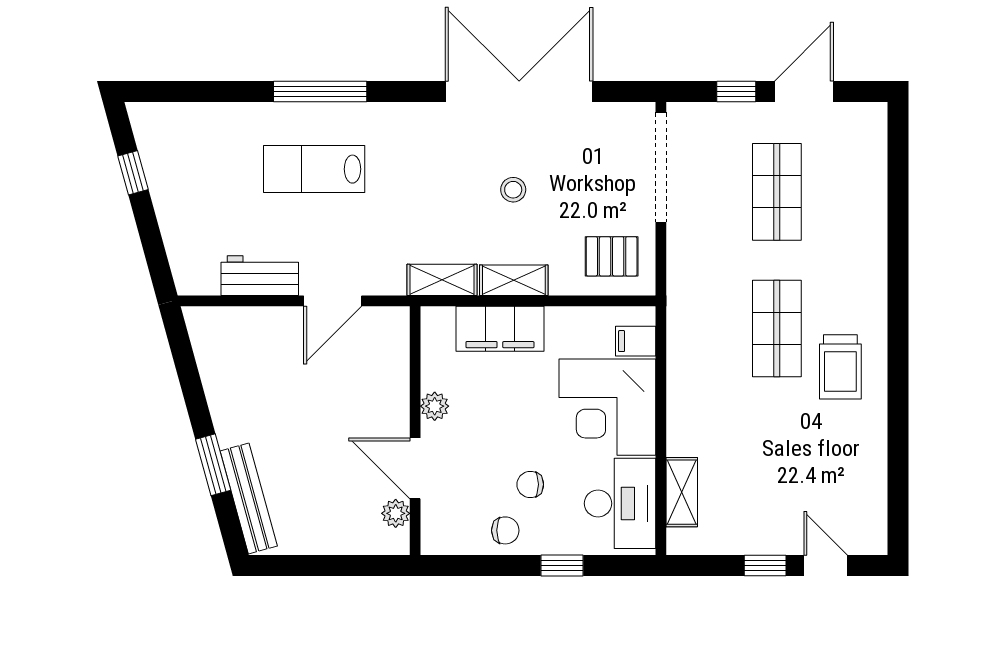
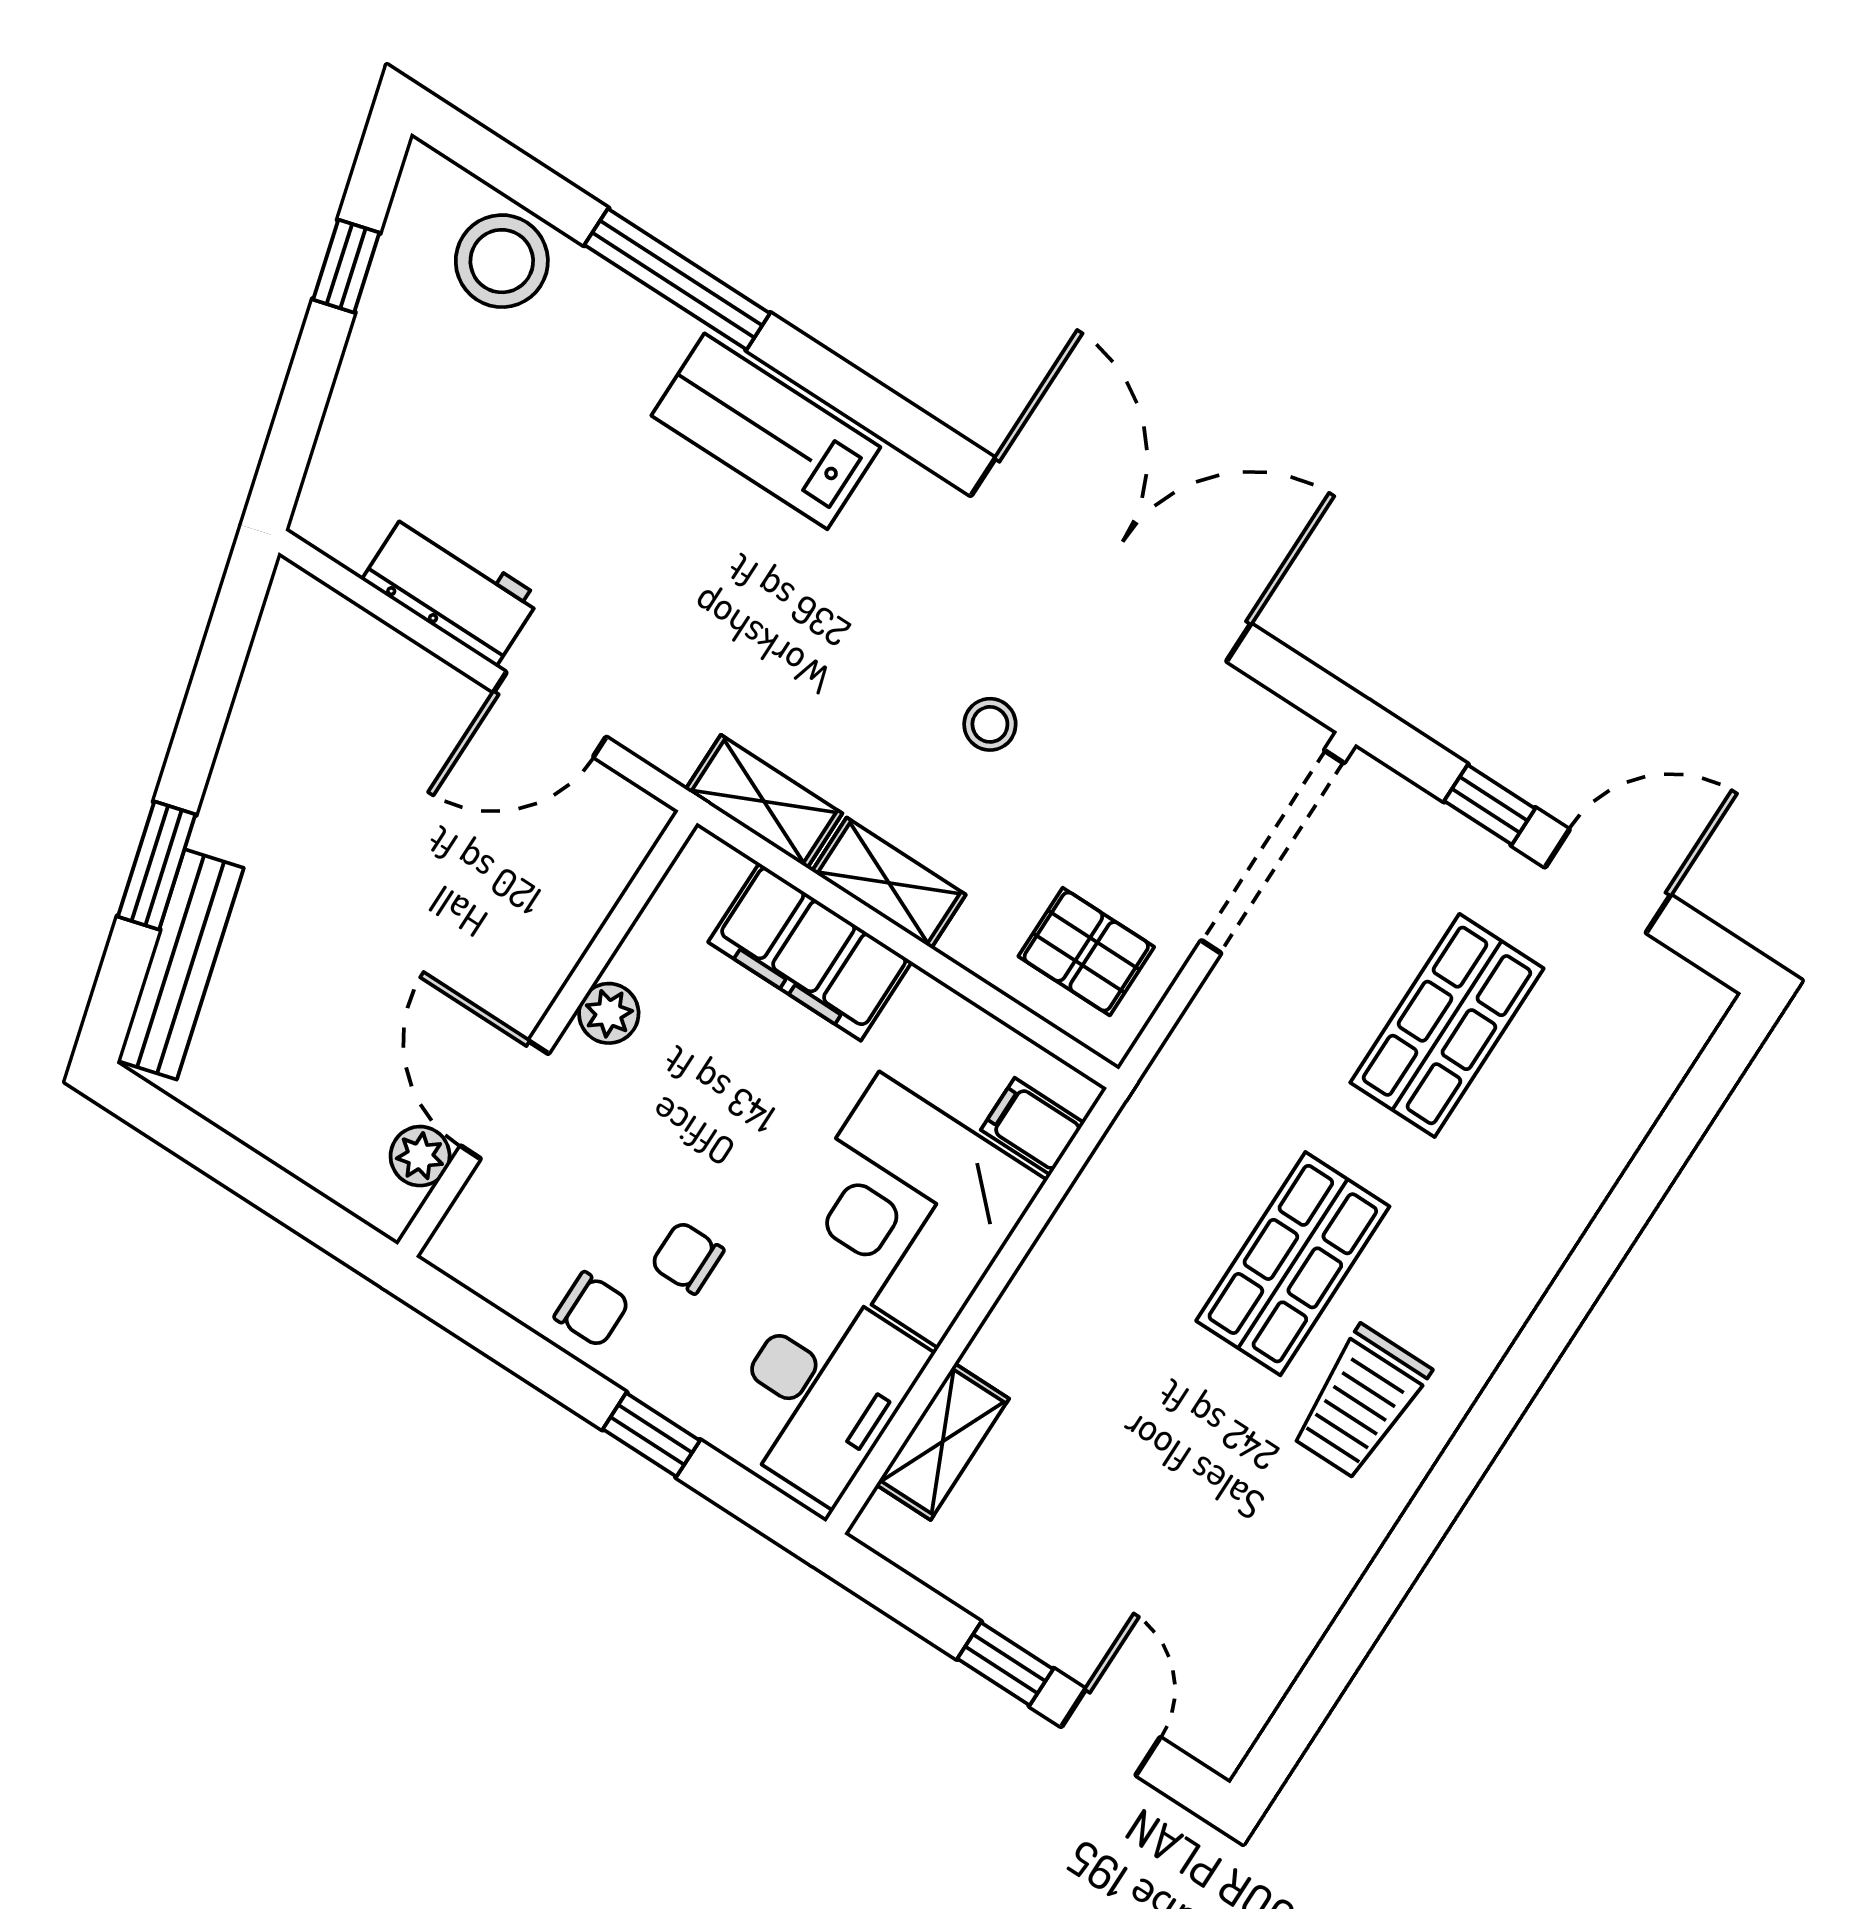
window: (320, 91) -> (677, 279), moved
stool: (195, 130) -> (502, 261), added
lab bench: (314, 169) -> (766, 431), moved

